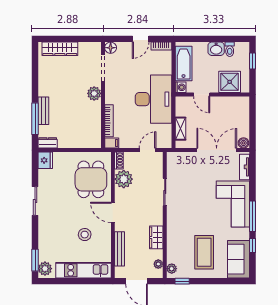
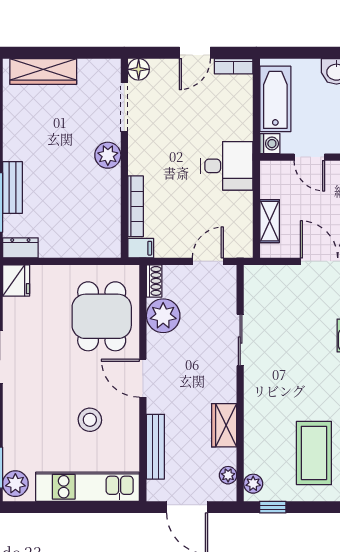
desk: (153, 99) -> (227, 166), width x0.53, depth x0.77

